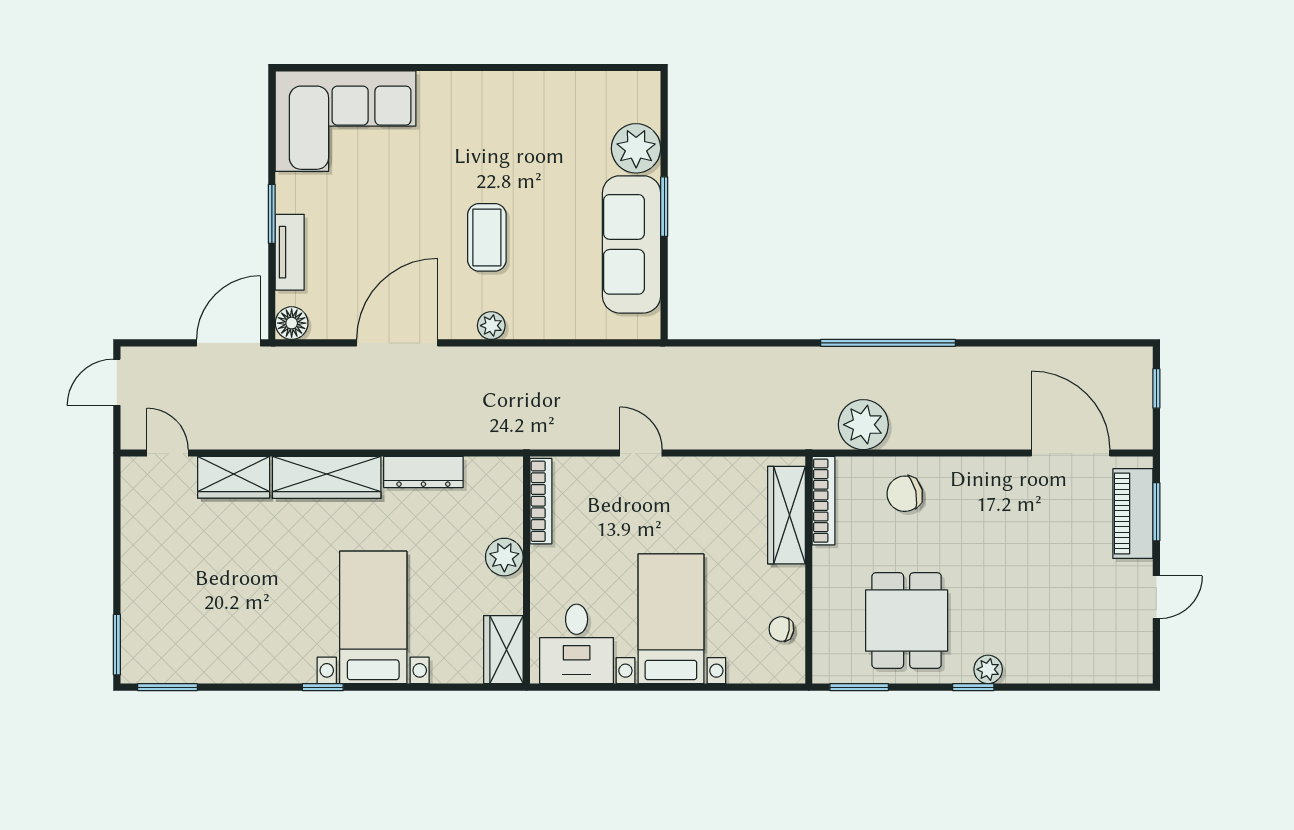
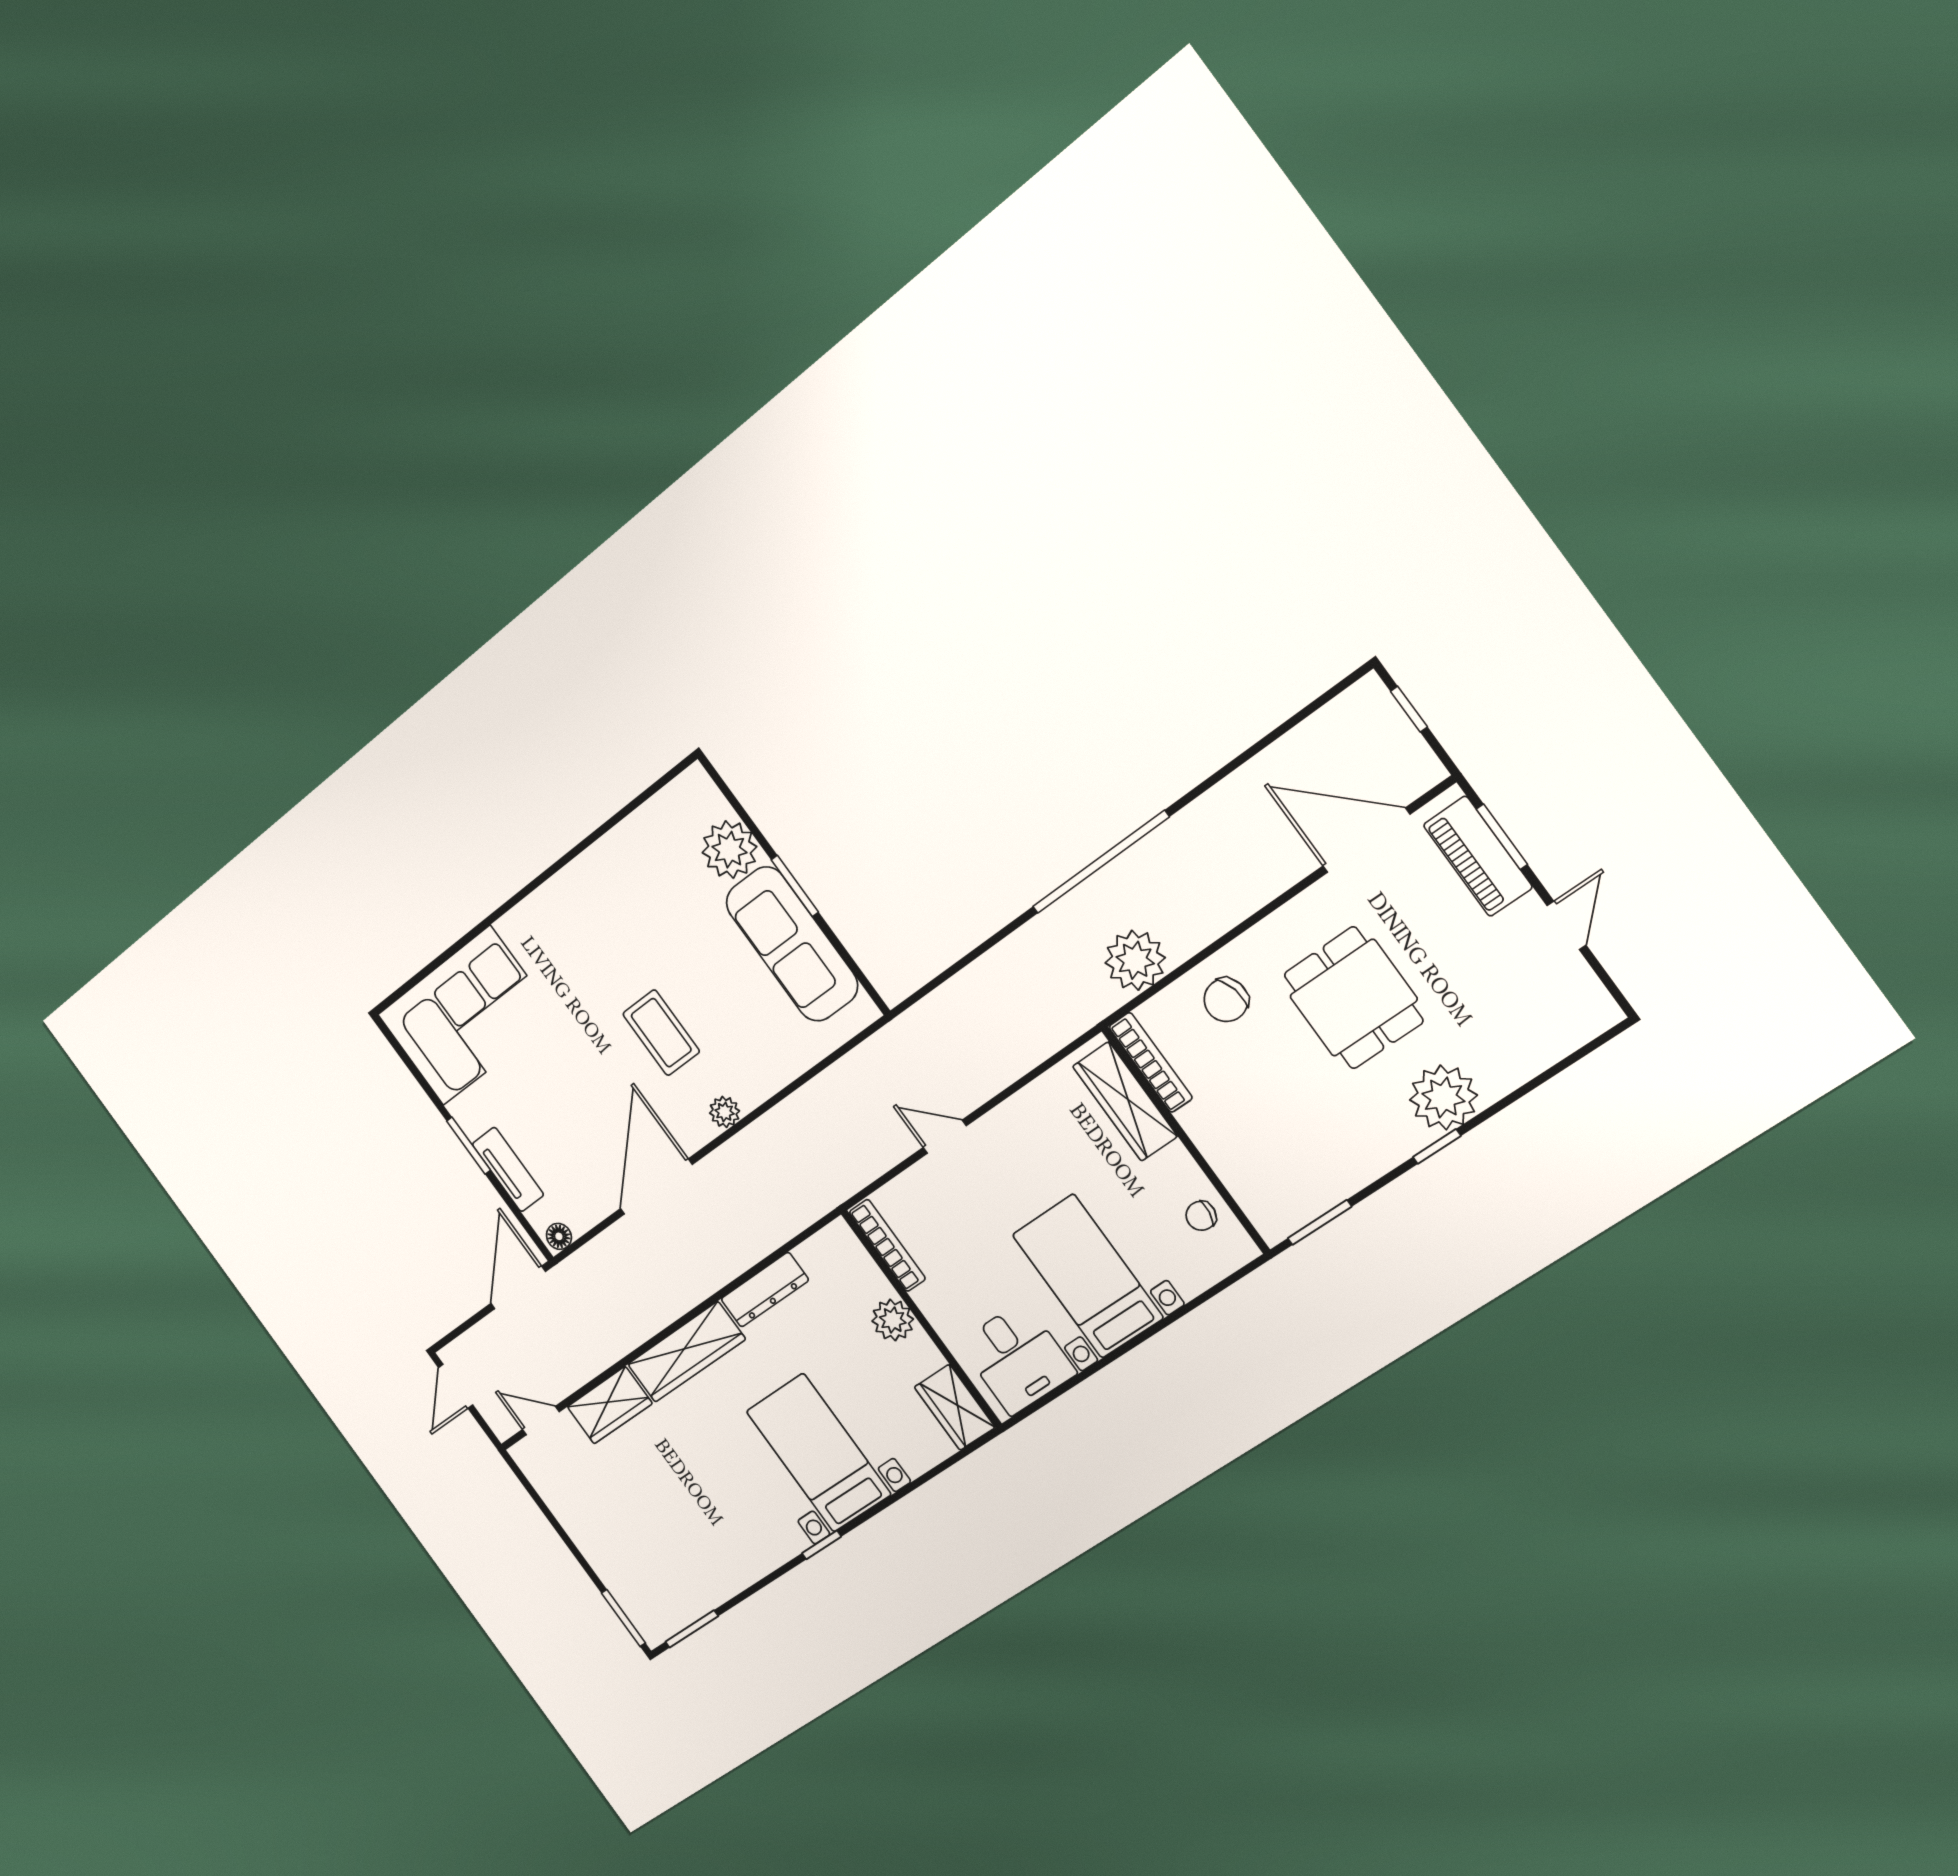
floor lamp: (292, 323) -> (559, 1236), width x0.73, depth x0.73
dining table: (907, 621) -> (1353, 998), moved
plant: (988, 669) -> (1443, 1098), width x1.87, depth x1.87

